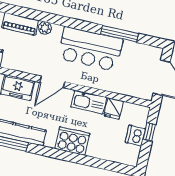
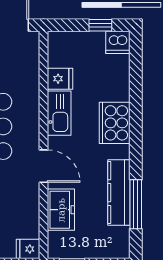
window: (149, 132) -> (100, 25), moved
dishwasher: (135, 136) -> (118, 42), moved

